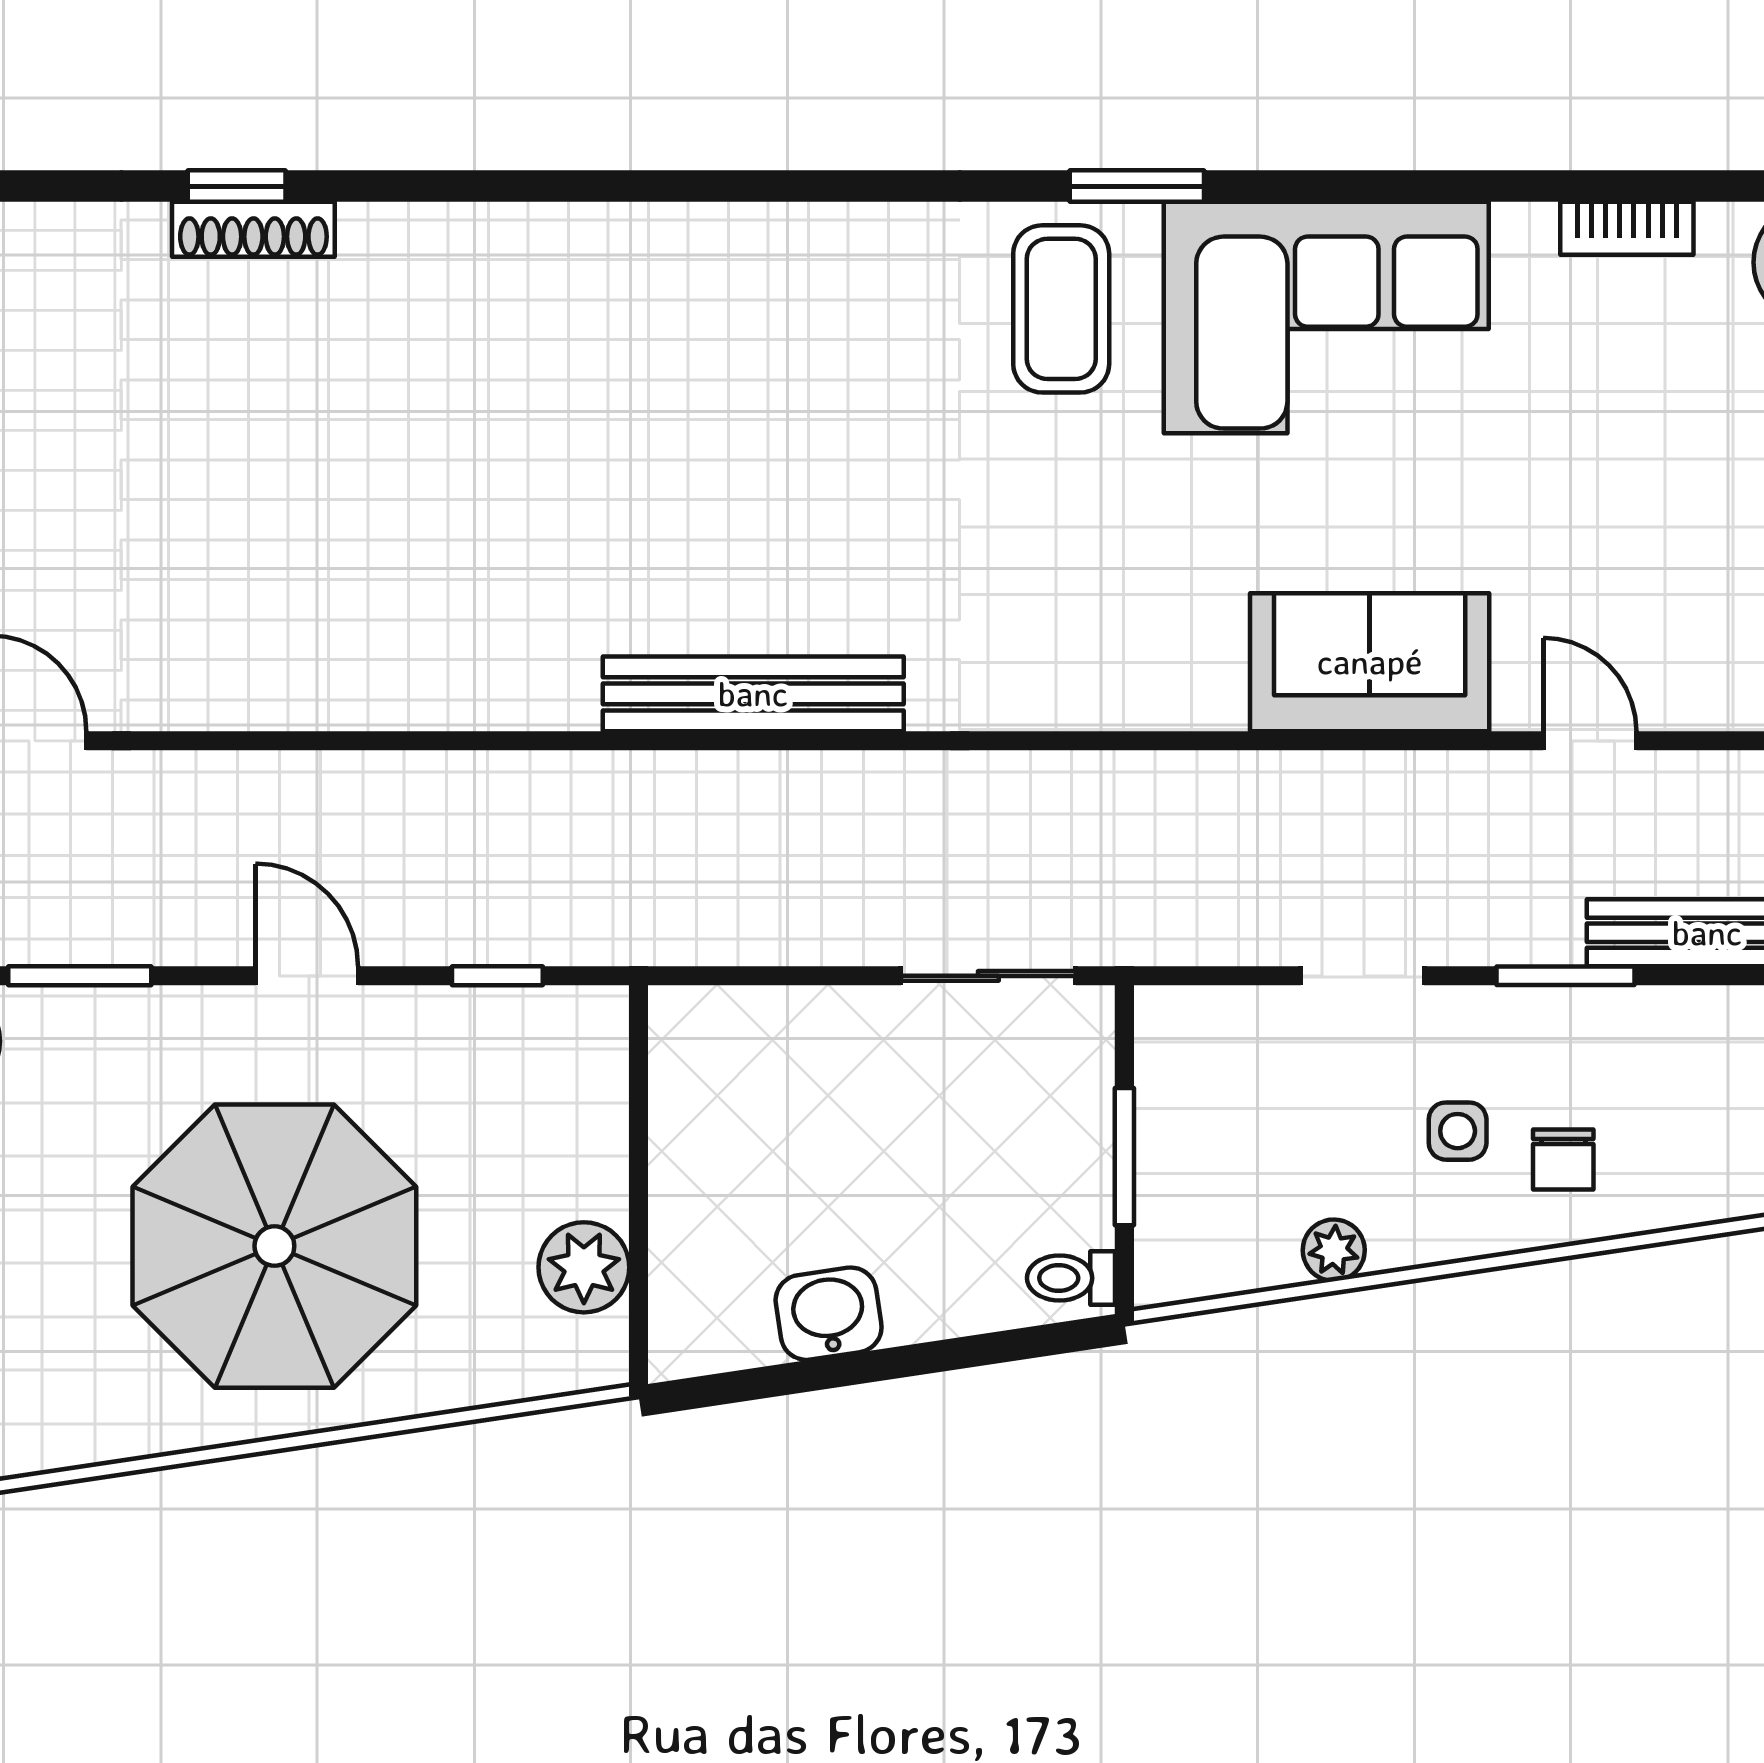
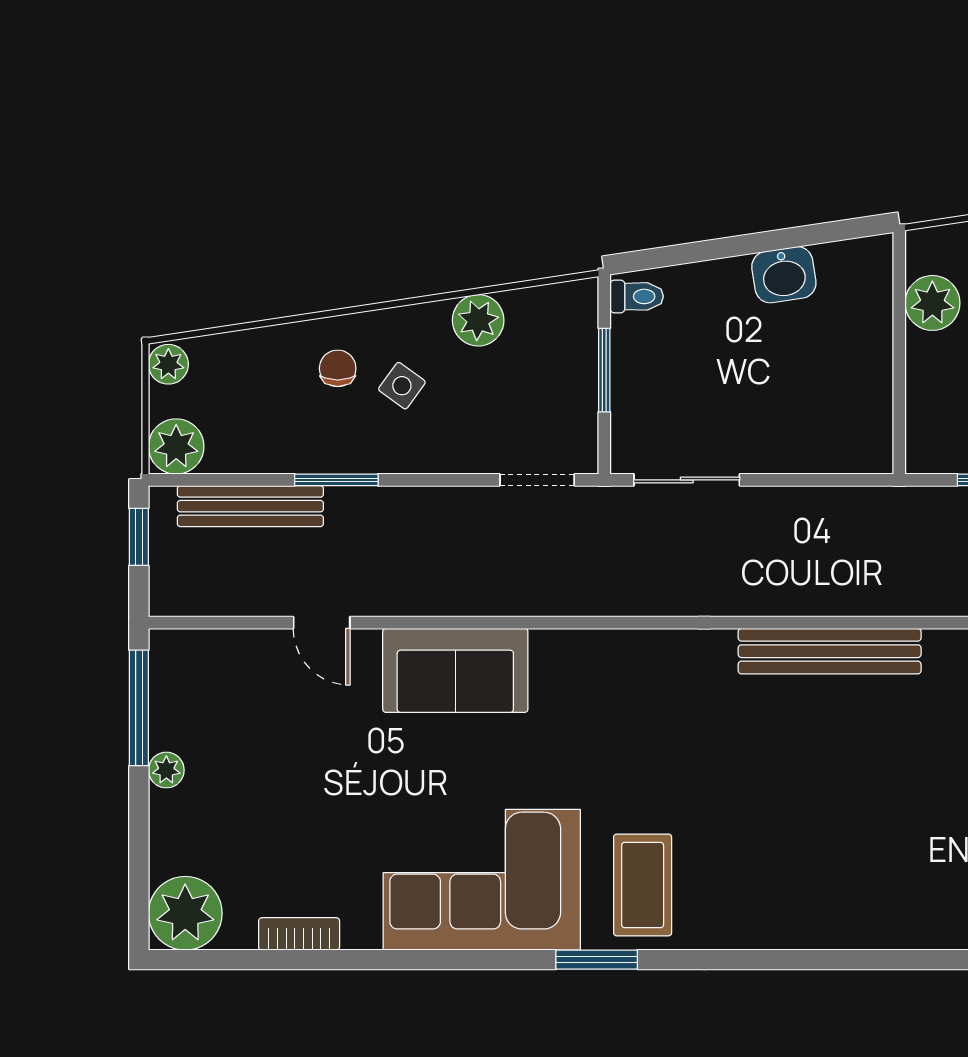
doorway: (1362, 976) -> (537, 480), moved
side table: (1458, 1131) -> (402, 386), turned 36
plant: (1334, 1250) -> (478, 320), width x1.38, depth x1.38

